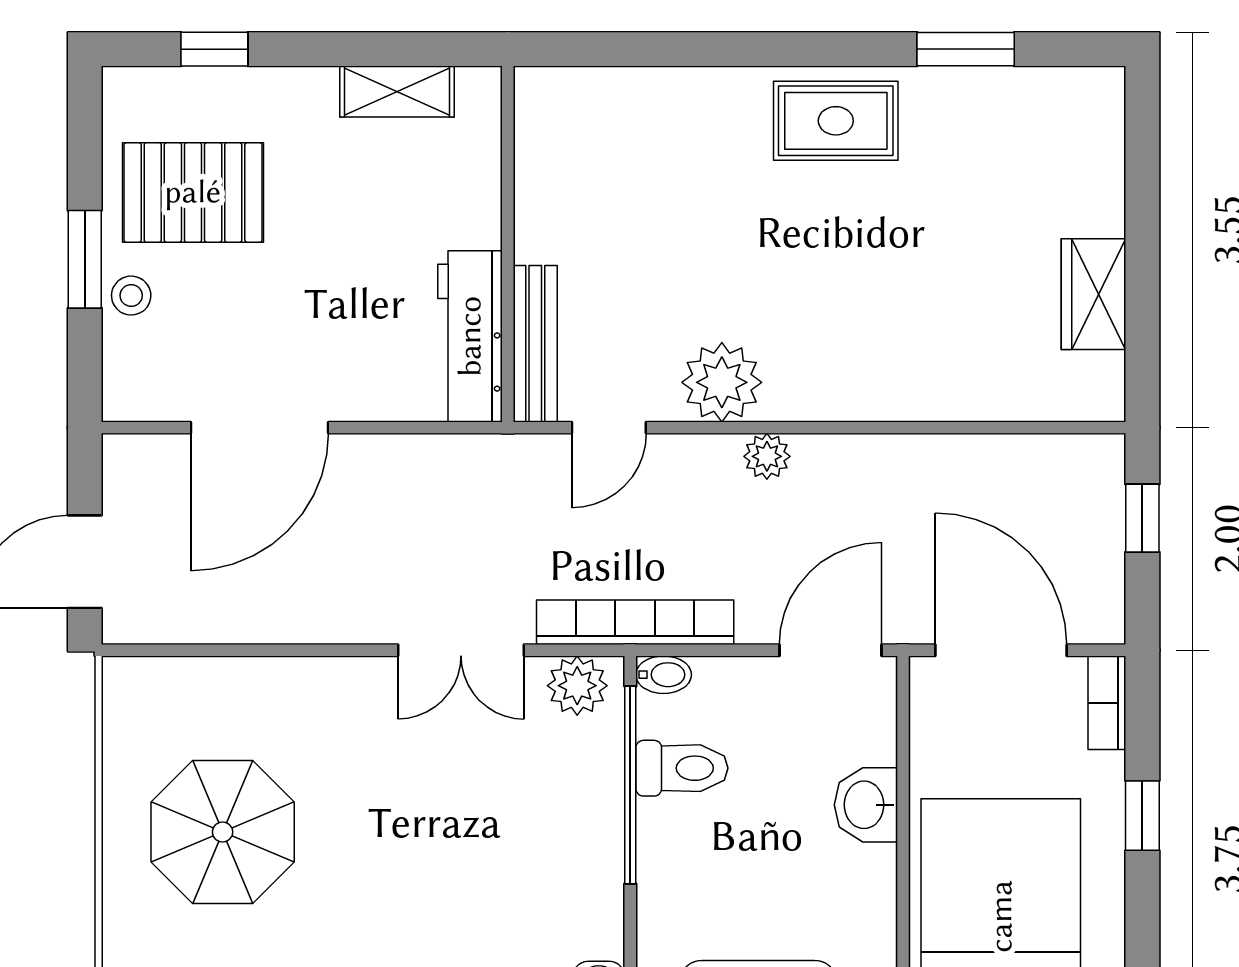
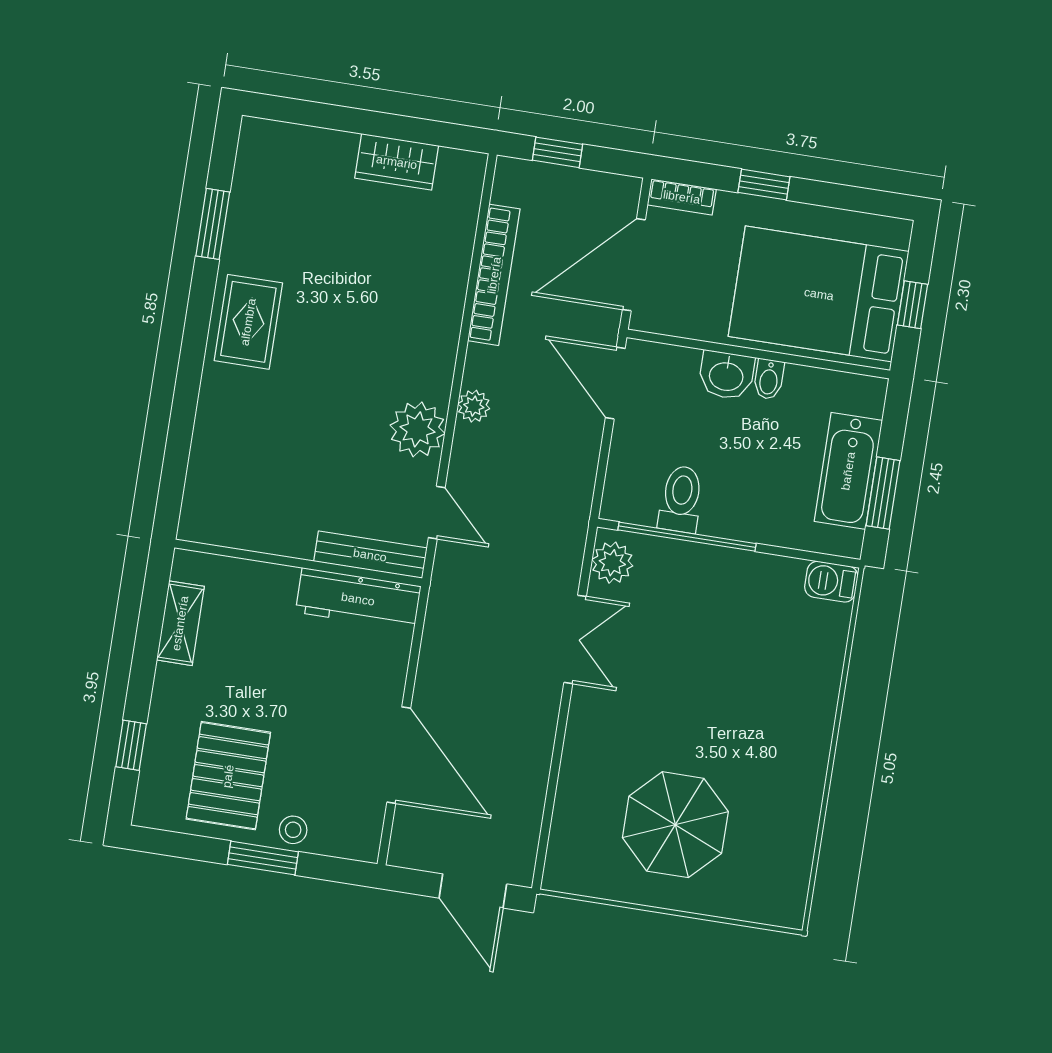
bookcase: (635, 622) -> (494, 275), moved, turned 180
bidet: (664, 675) -> (769, 379), moved, turned 180

